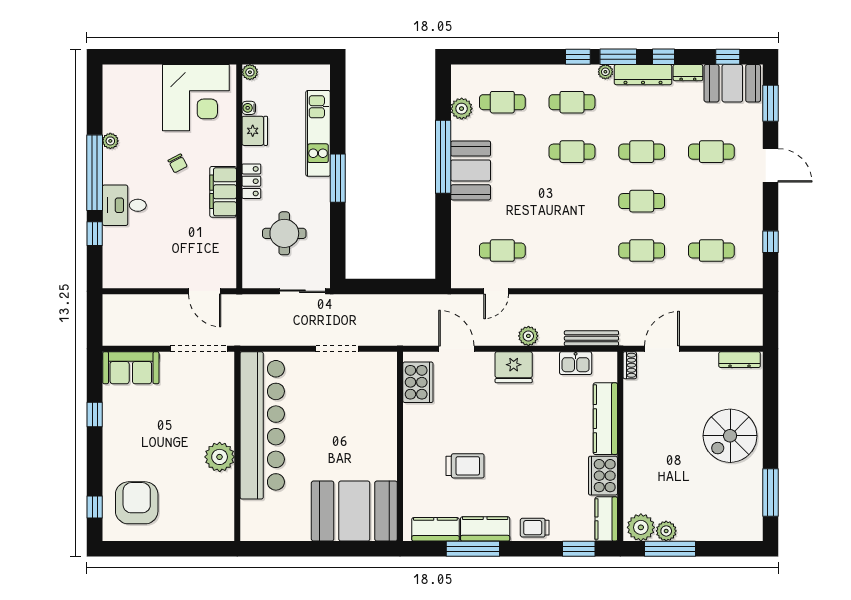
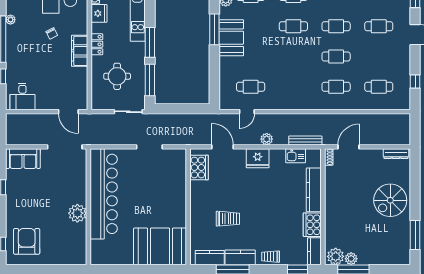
window: (443, 157) -> (214, 29), width x0.68
desk: (124, 205) -> (22, 97), moved, turned -90
window: (338, 240) -> (150, 80), added

